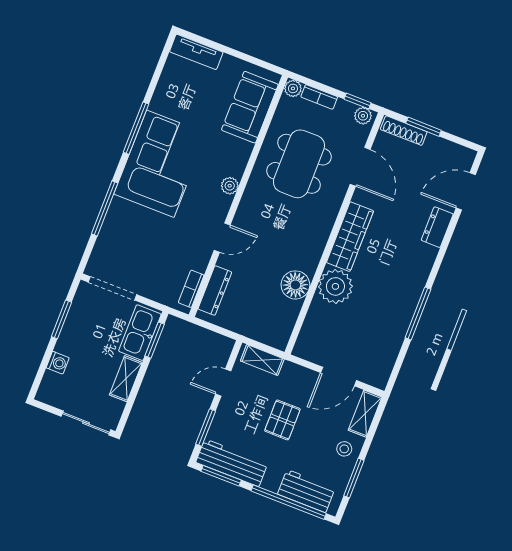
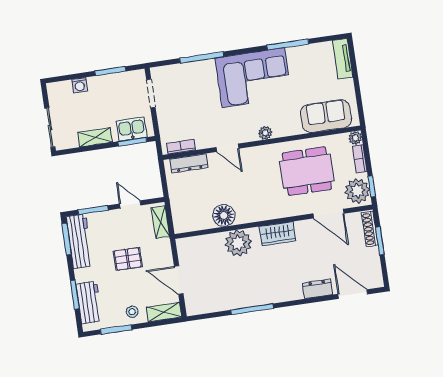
plant: (363, 116) -> (357, 191), width x1.88, depth x1.88
window: (136, 128) -> (288, 45), moved
door: (360, 167) -> (328, 214), hinge flipped
wardrobe: (350, 237) -> (277, 234), width x0.67
doorway: (112, 288) -> (151, 94), width x0.73
kitchen sink: (140, 333) -> (132, 129), width x0.73
window: (289, 502) -> (75, 295), width x0.47

